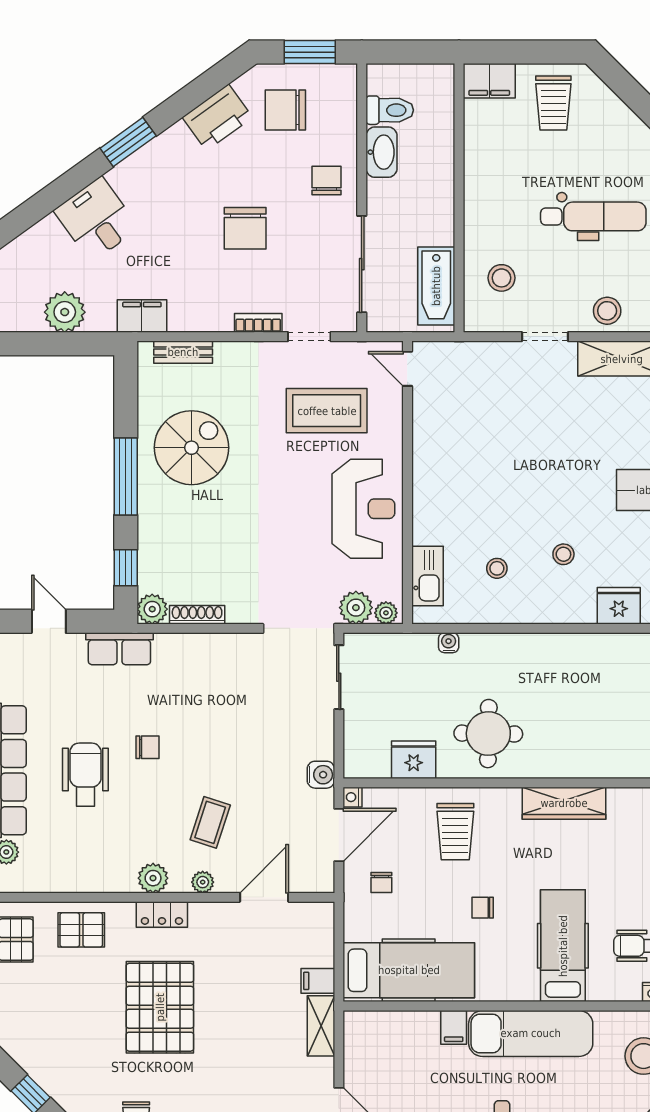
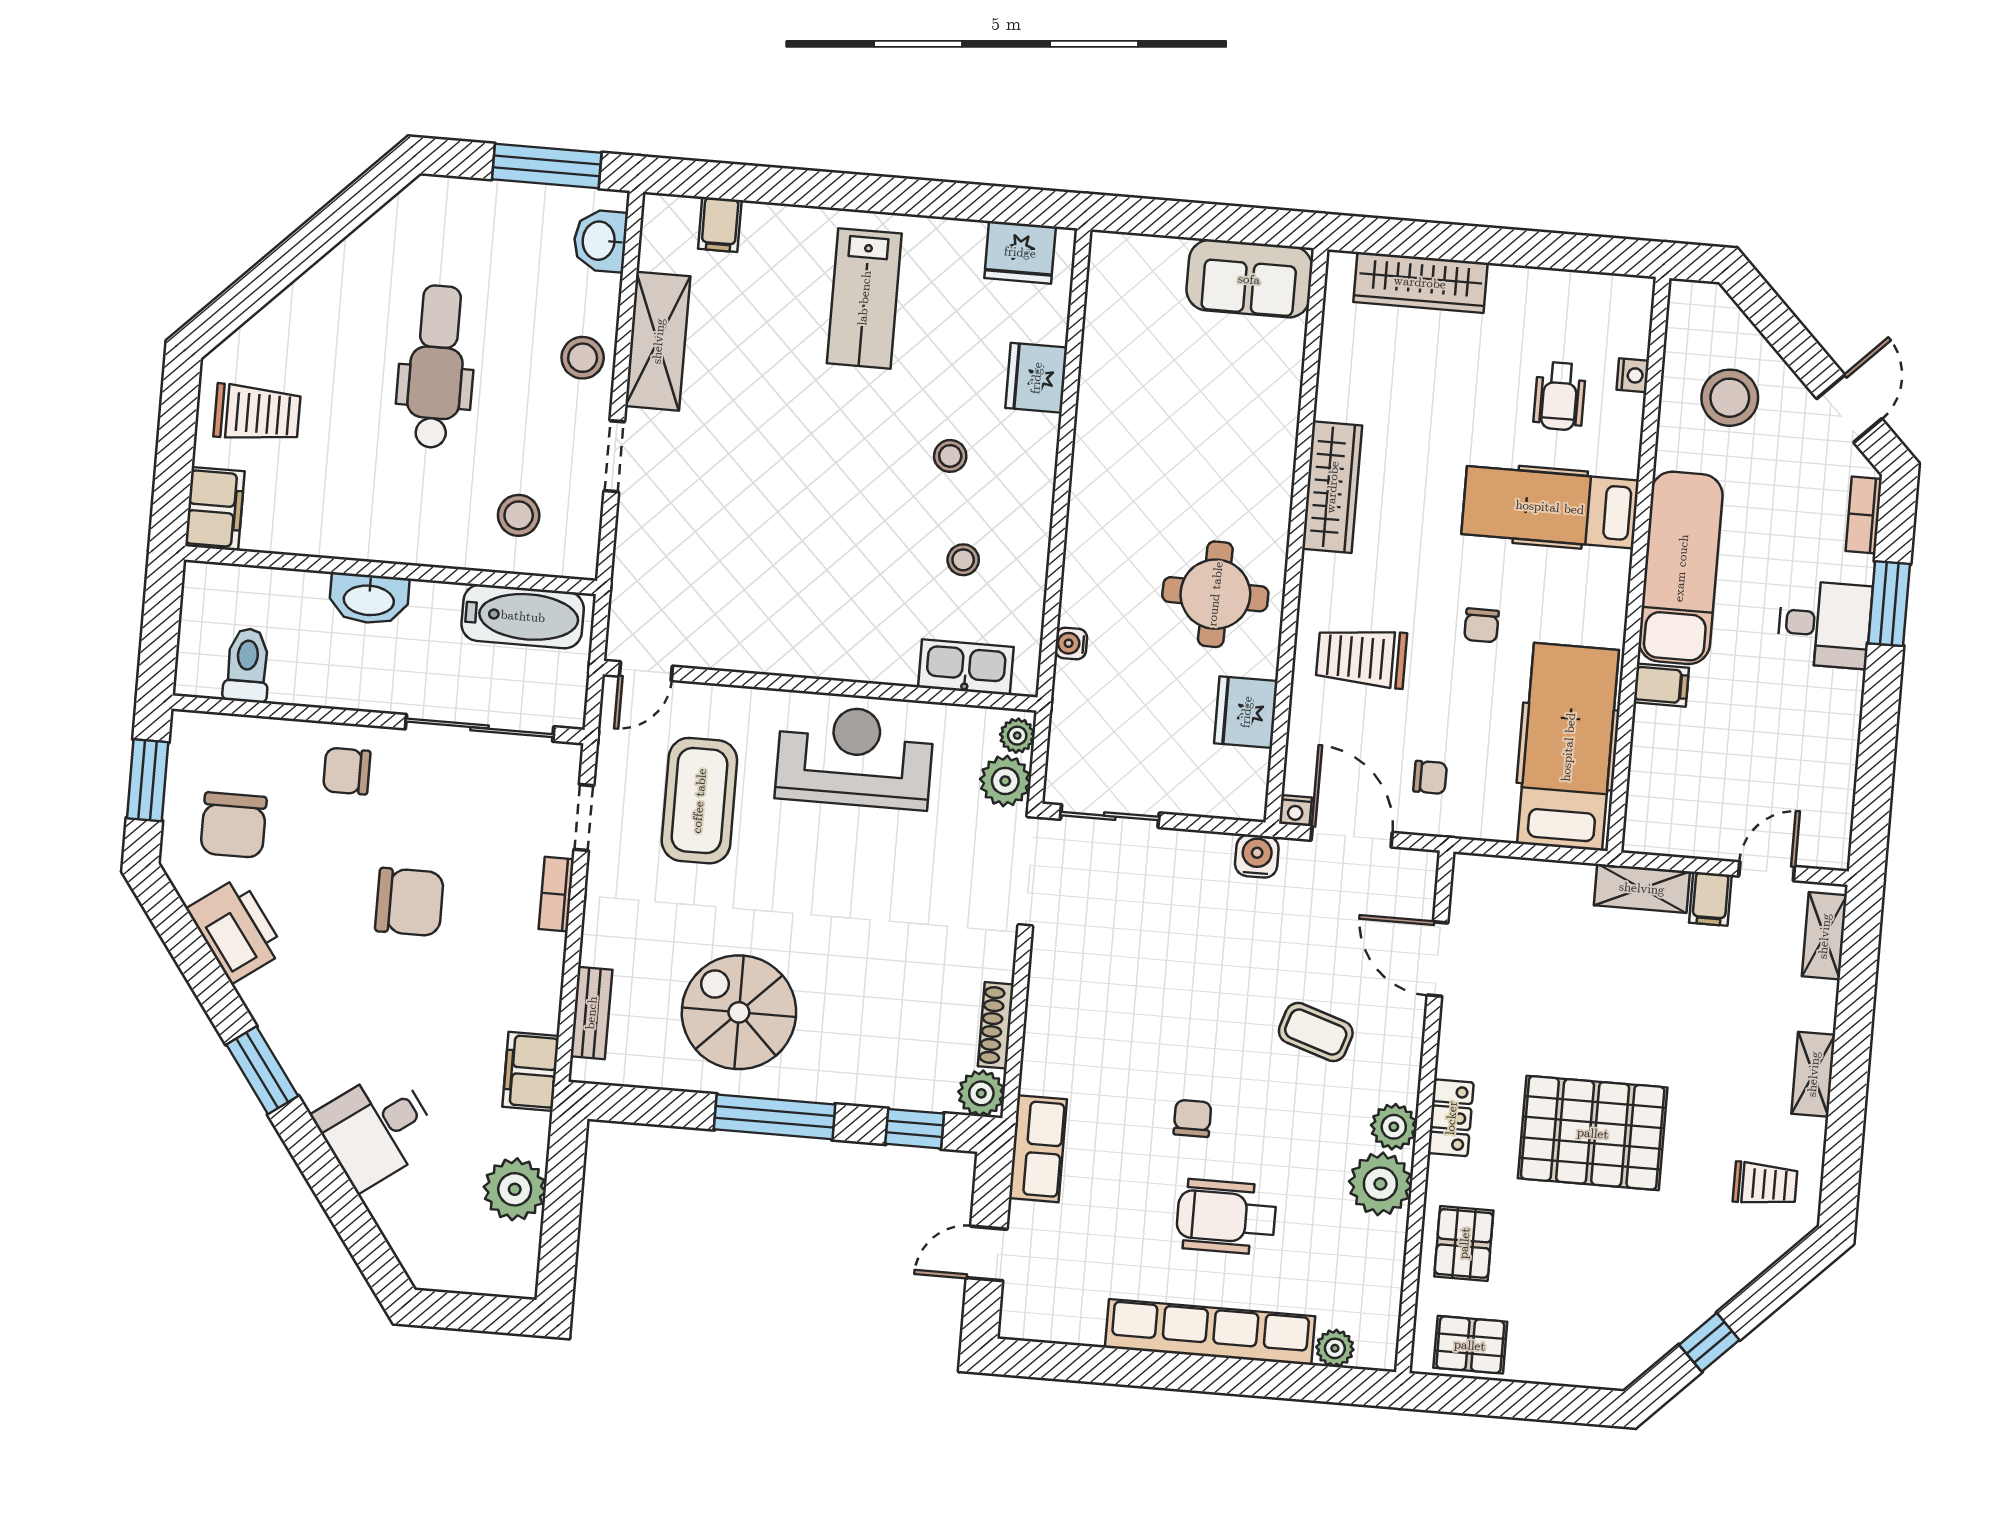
washbasin: (381, 152) -> (369, 599), moved, turned 180
trolley: (455, 832) -> (1361, 657), turned 180
plant: (203, 882) -> (1380, 1184), moved, width x1.87, depth x1.87
filing cabinet: (318, 981) -> (1710, 899), moved

